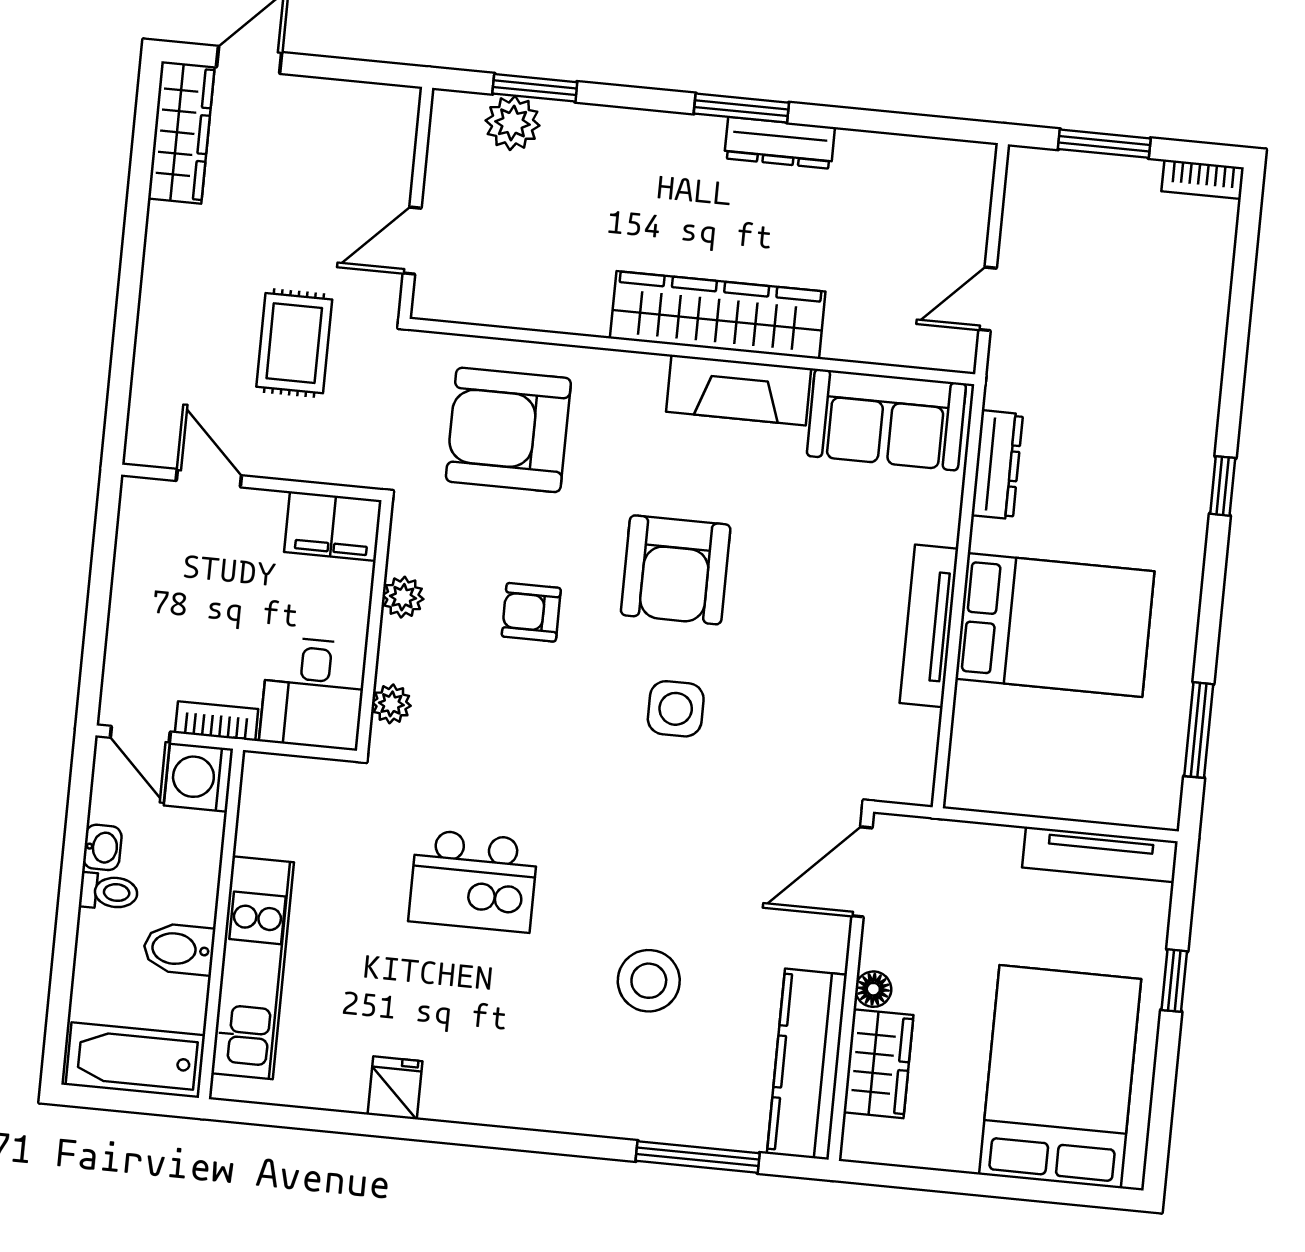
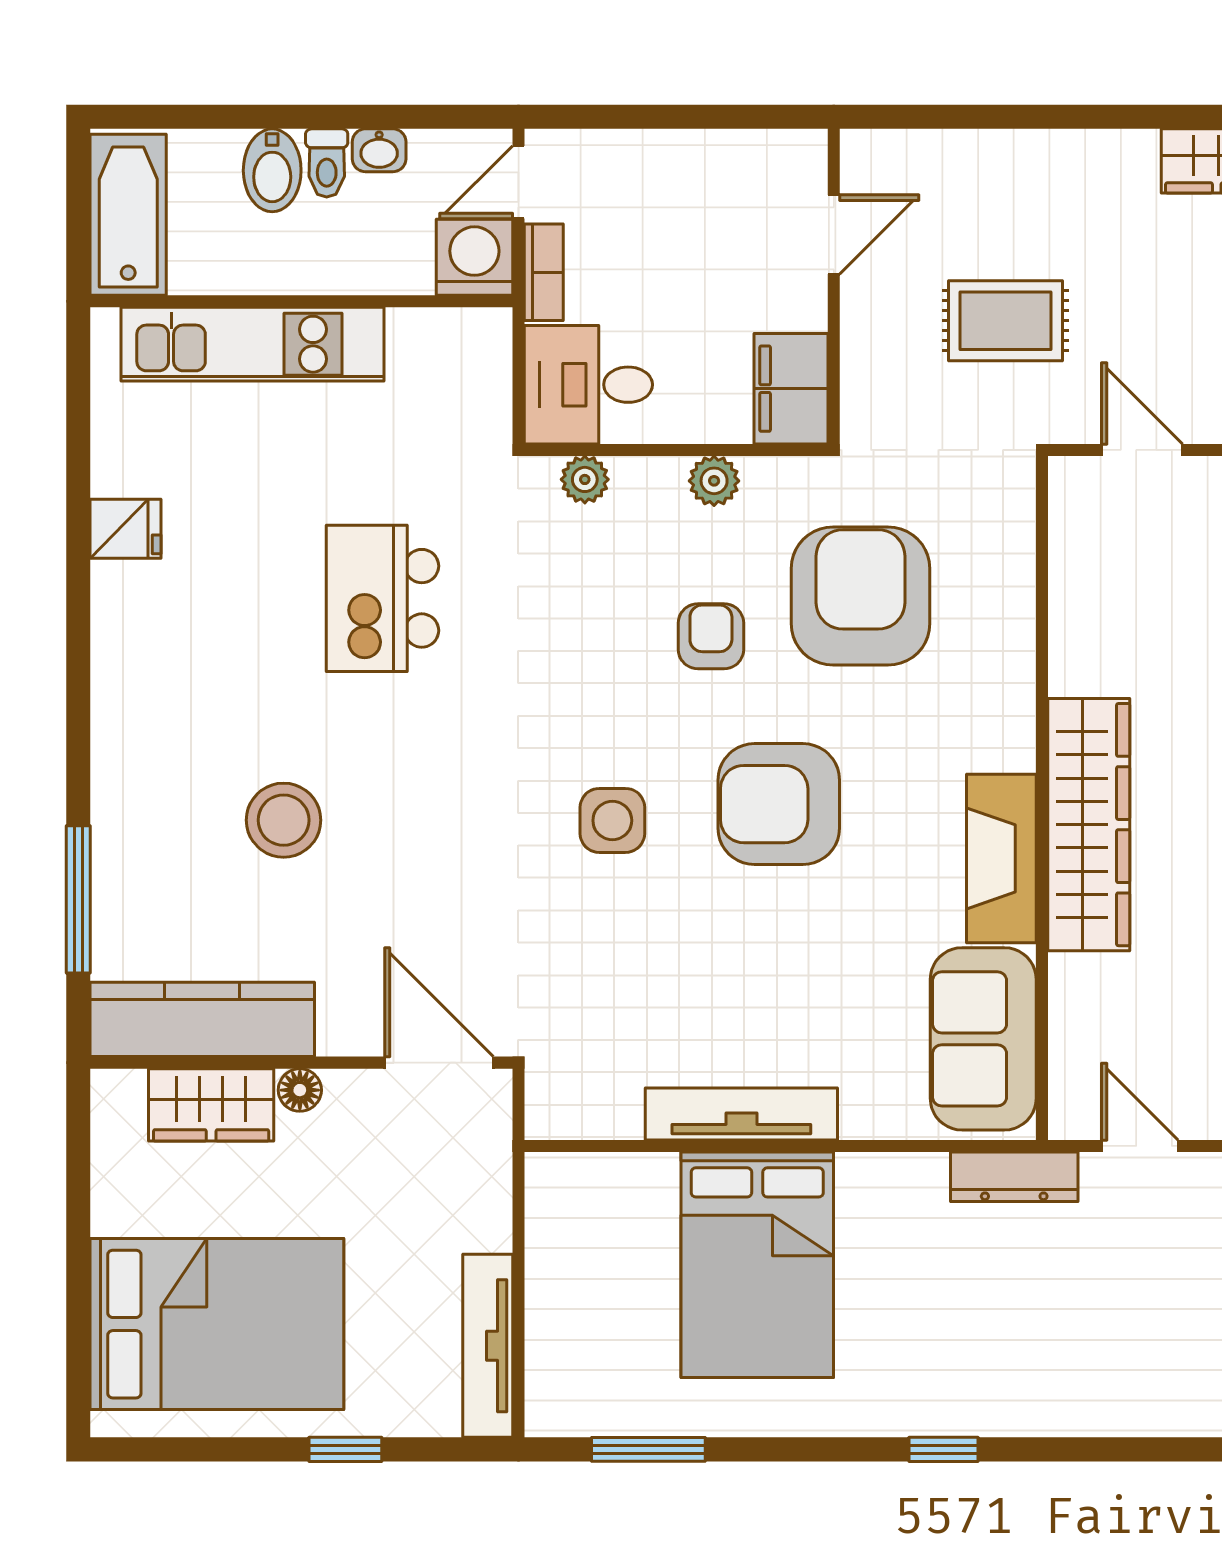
armchair: (508, 430) -> (861, 596), moved
dresser: (997, 465) -> (1014, 1177), moved
bidet: (179, 949) -> (272, 170), moved, turned 180

